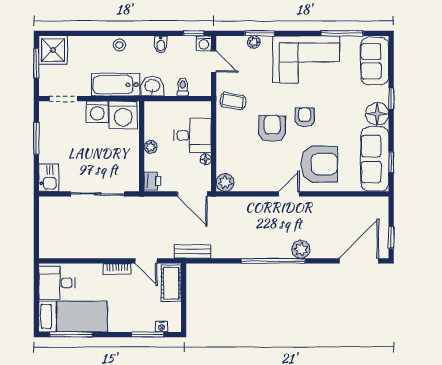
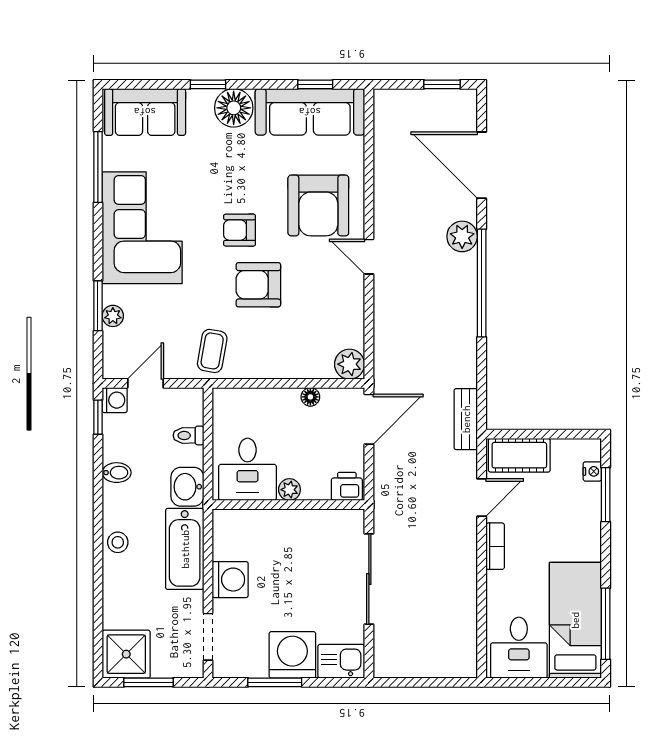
washing machine: (123, 115) -> (292, 655), moved, turned -90
desk: (193, 135) -> (248, 469), moved, turned 180
armchair: (319, 164) -> (318, 205), turned 180
door: (359, 261) -> (482, 165), moved

